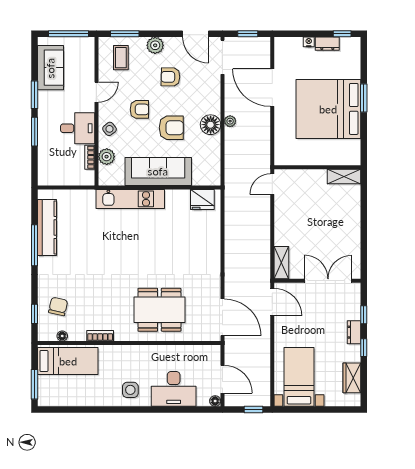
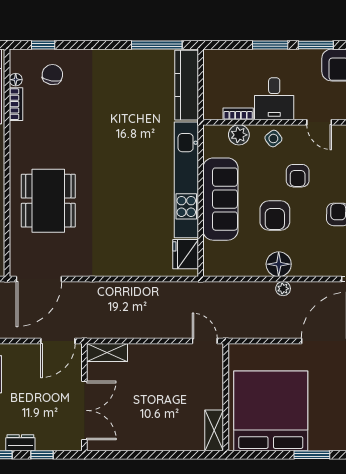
bed: (328, 109) -> (271, 411), moved
kitchen unit: (130, 199) -> (186, 180), width x1.36
kitchen counter: (47, 227) -> (187, 85), moved, turned 90
window: (35, 245) -> (157, 45), moved
chair: (58, 306) -> (52, 75), turned -93
bookcase: (100, 336) -> (16, 104), moved

